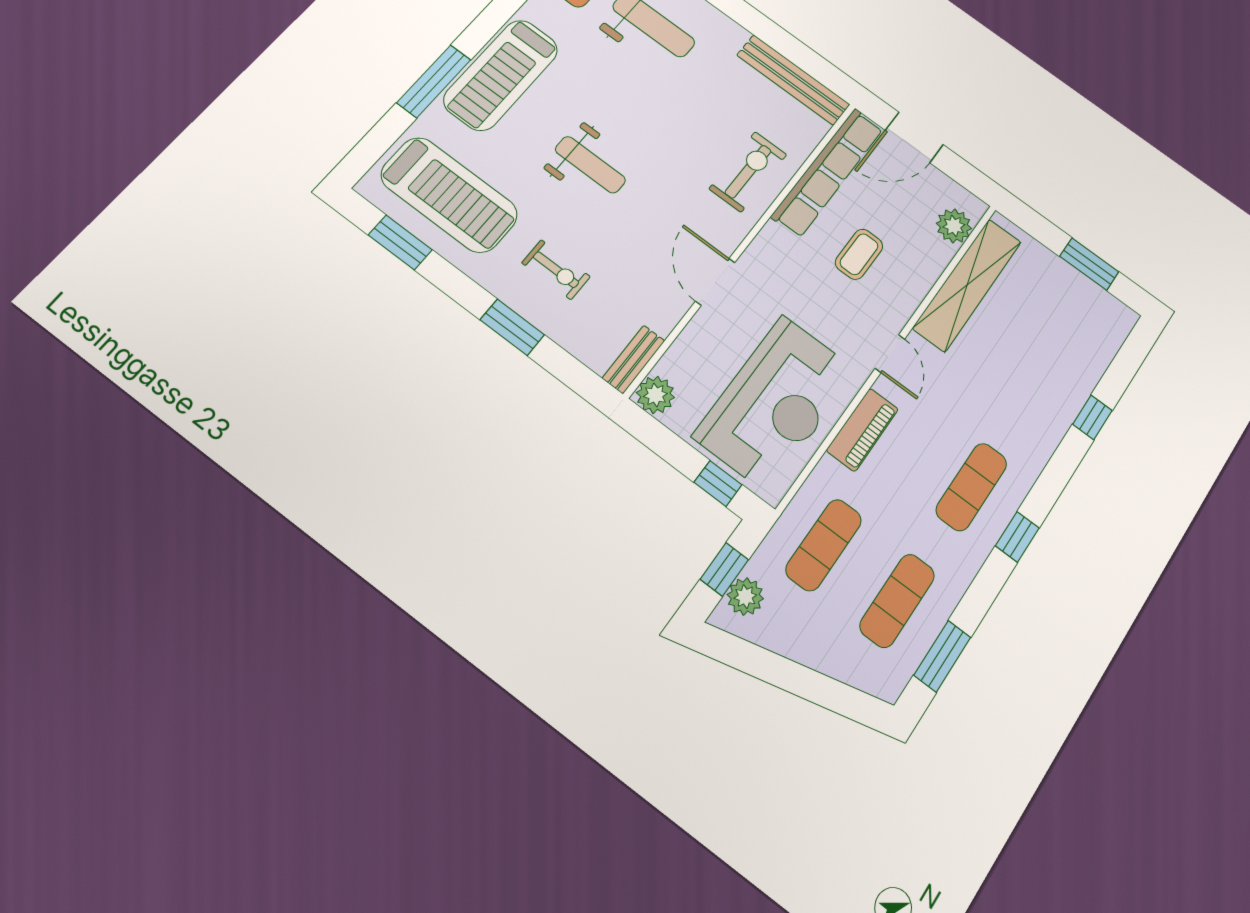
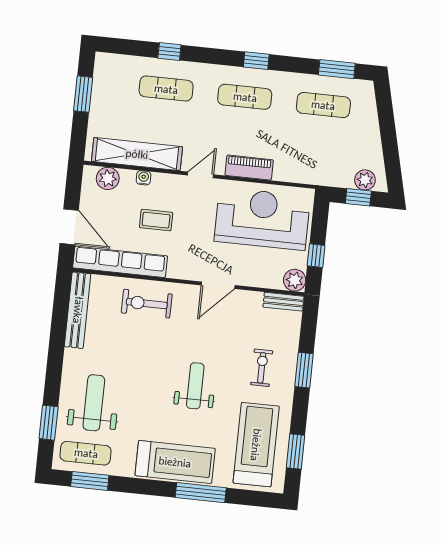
water cooler: (929, 273) -> (144, 178), added
window: (718, 483) -> (316, 256), moved
exercise mat: (824, 545) -> (166, 89), moved

